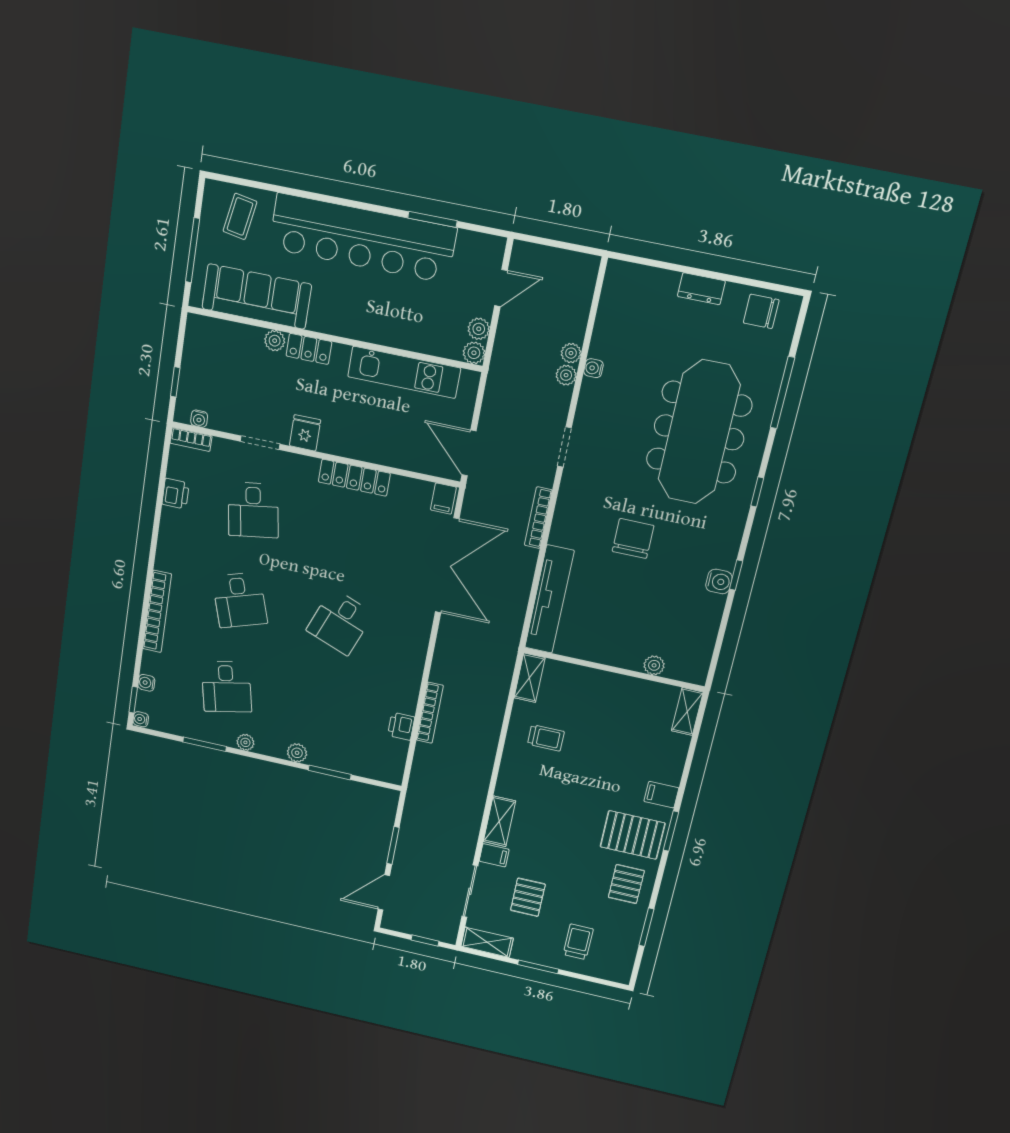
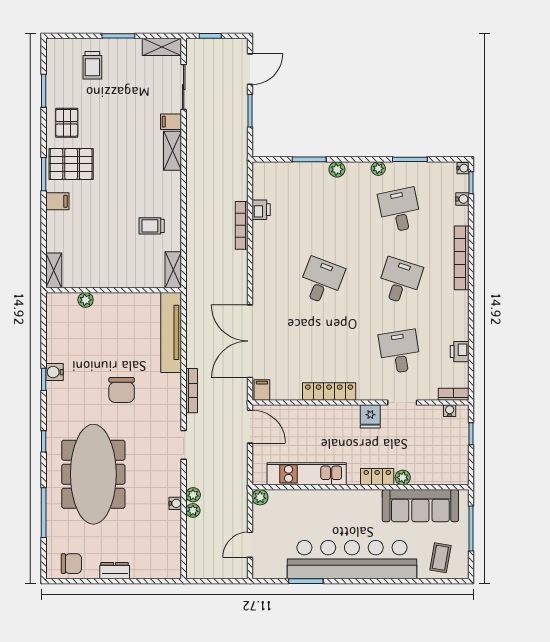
plant: (479, 329) -> (260, 514), removed
desk: (240, 600) -> (400, 281), turned 36
pallet: (528, 897) -> (138, 93), removed

